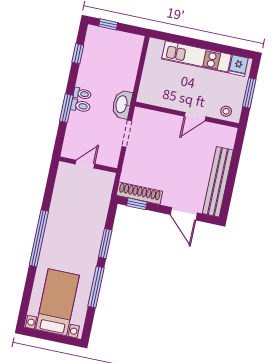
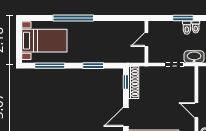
door: (85, 164) -> (146, 40), swing flipped
window: (39, 238) -> (73, 18), moved
window: (96, 287) -> (50, 66), moved

